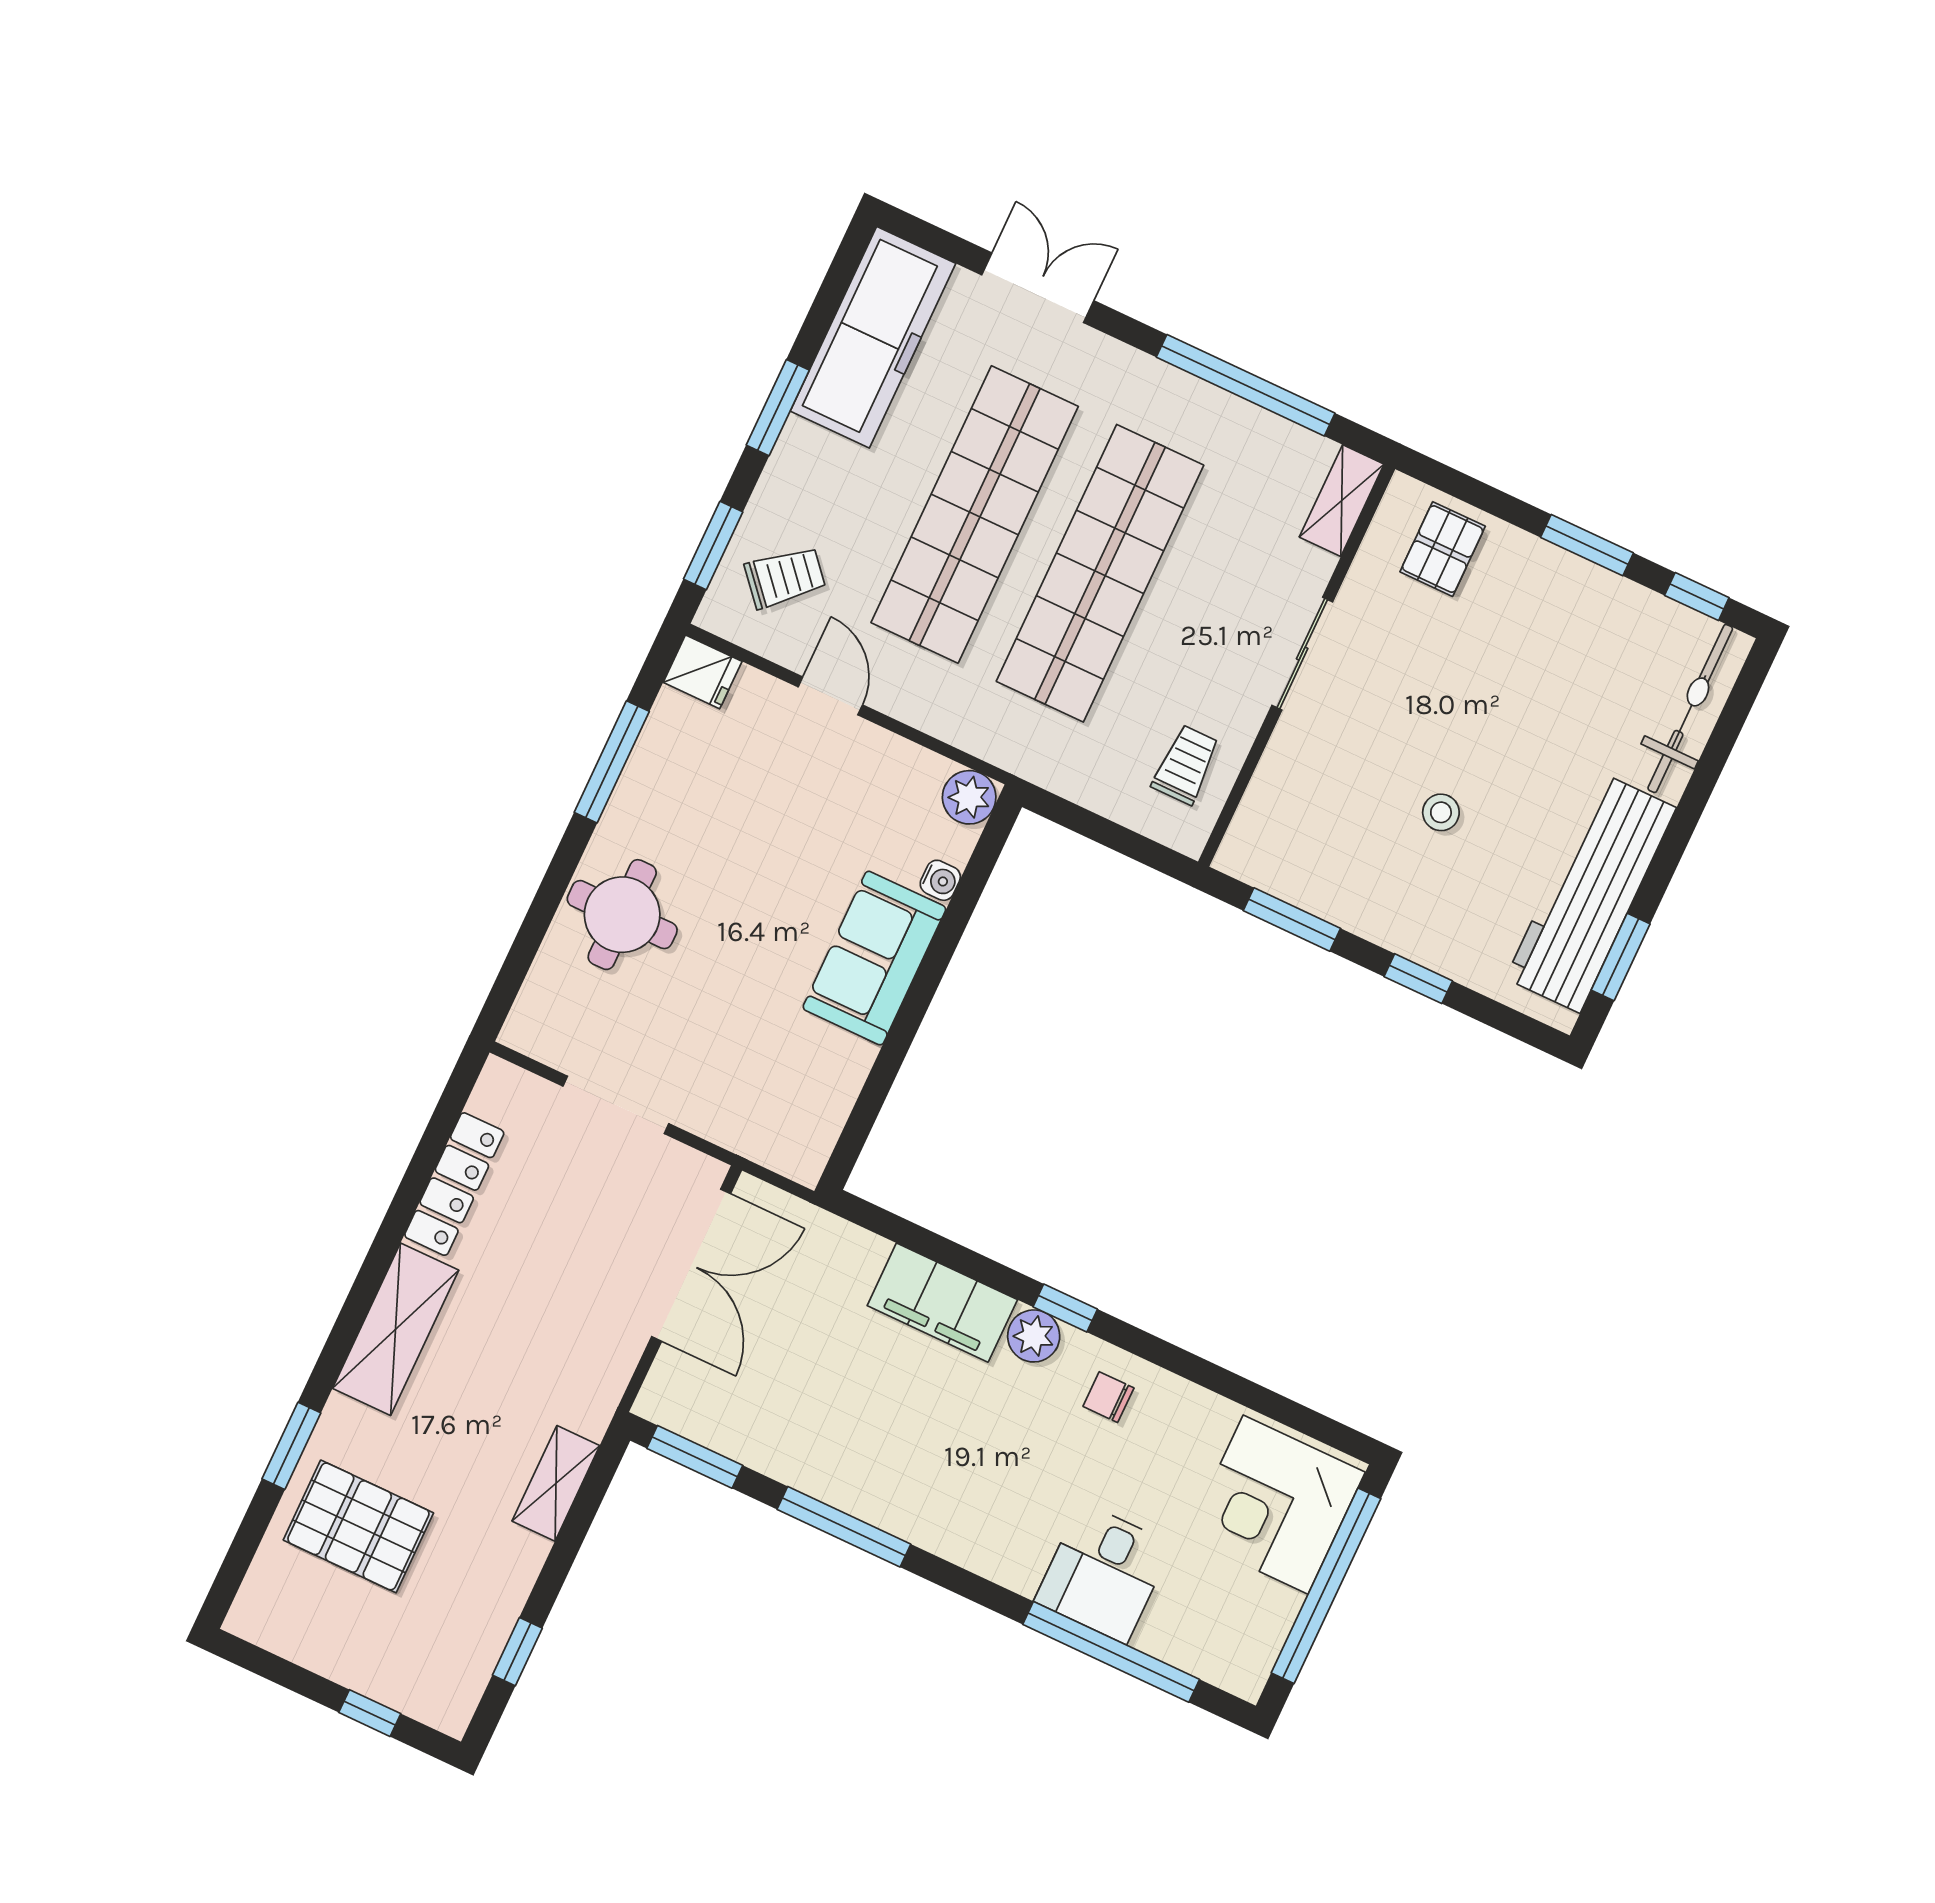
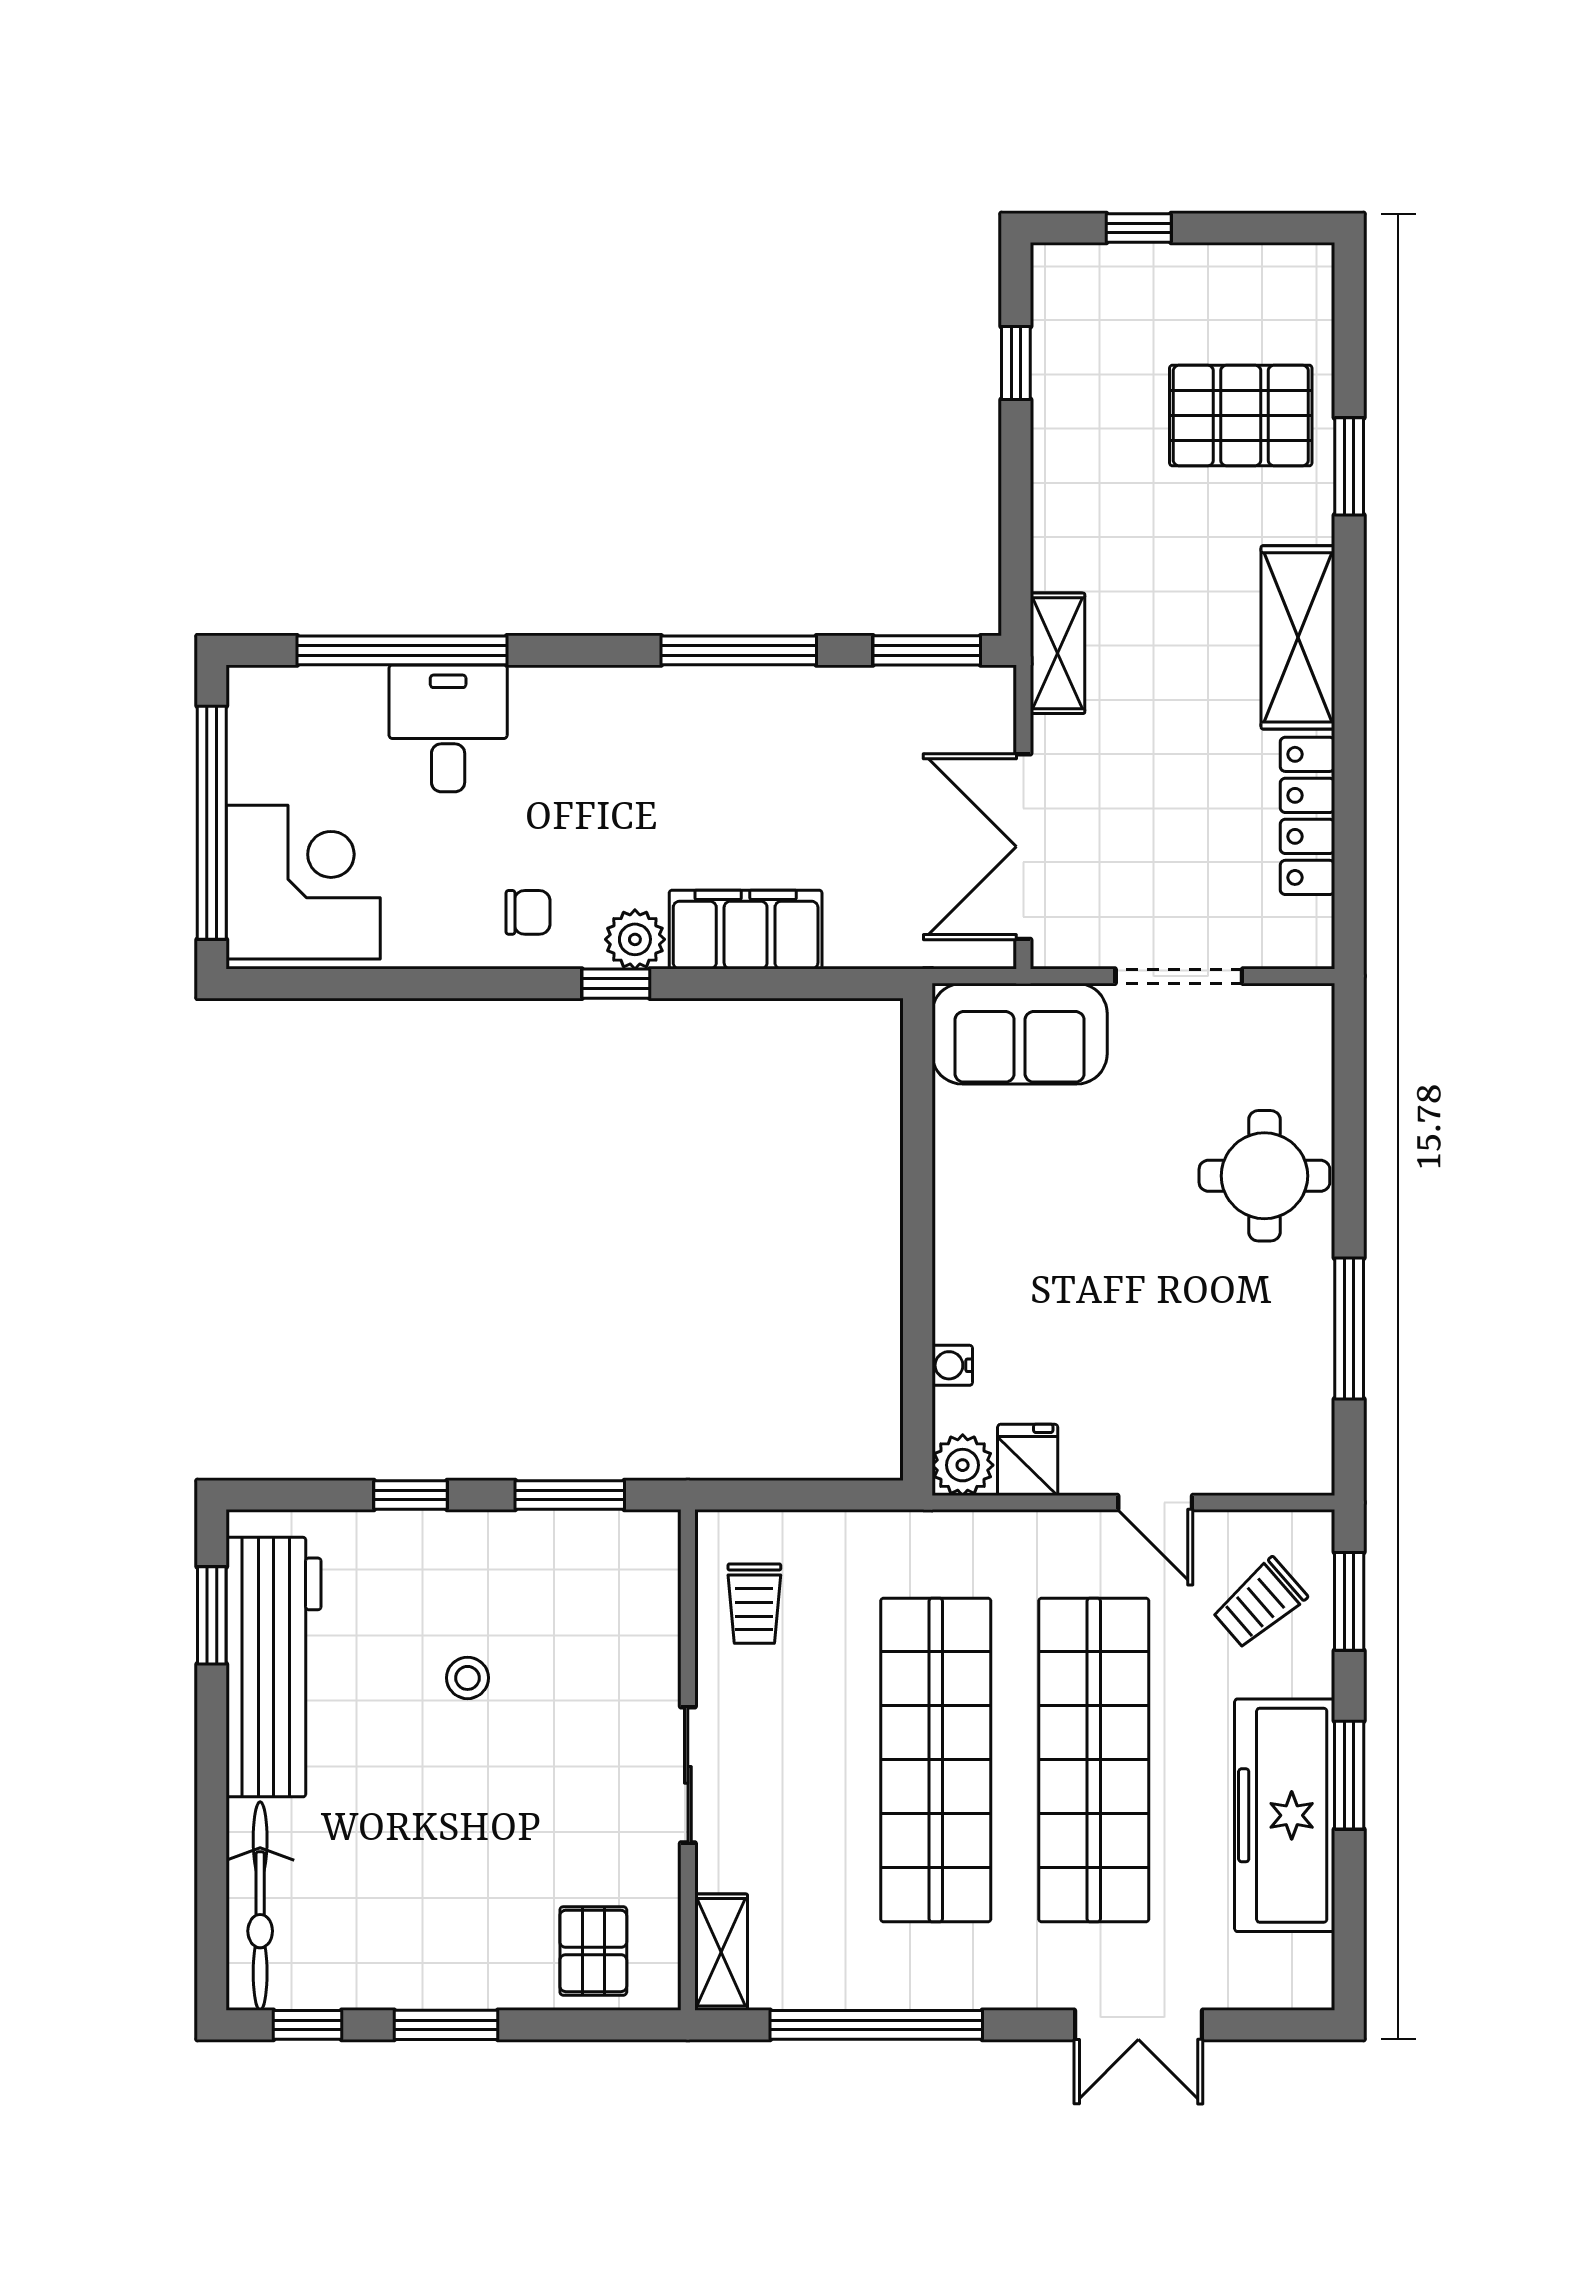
freezer: (873, 337) -> (1285, 1815), moved
fridge: (703, 672) -> (1028, 1460), moved, turned 90
sofa: (874, 958) -> (1020, 1034), moved, turned 90
shelving: (556, 1483) -> (1058, 653), moved

